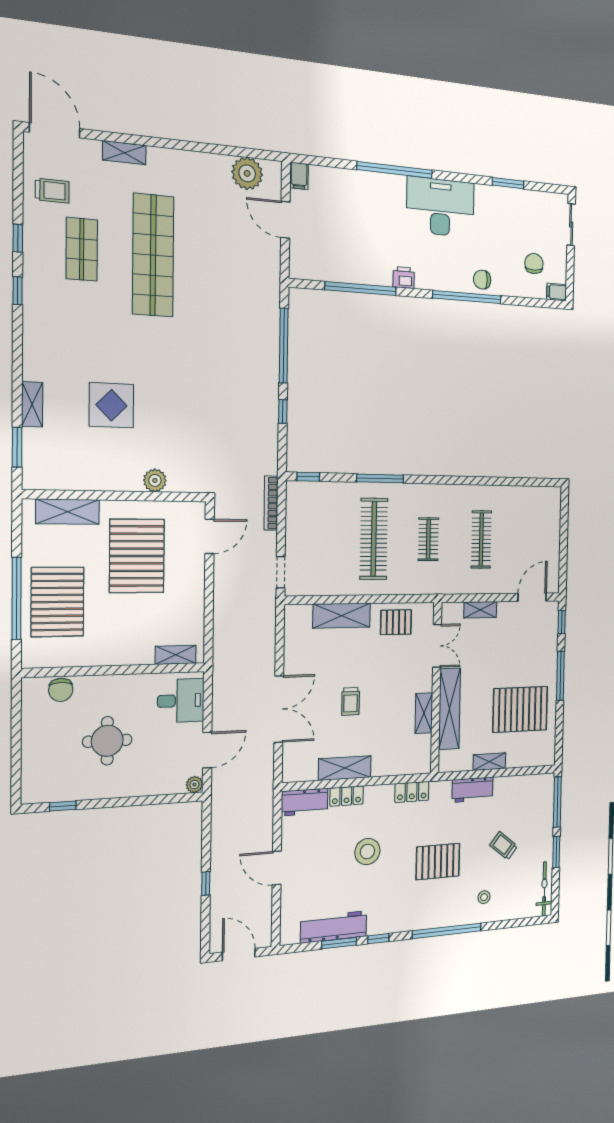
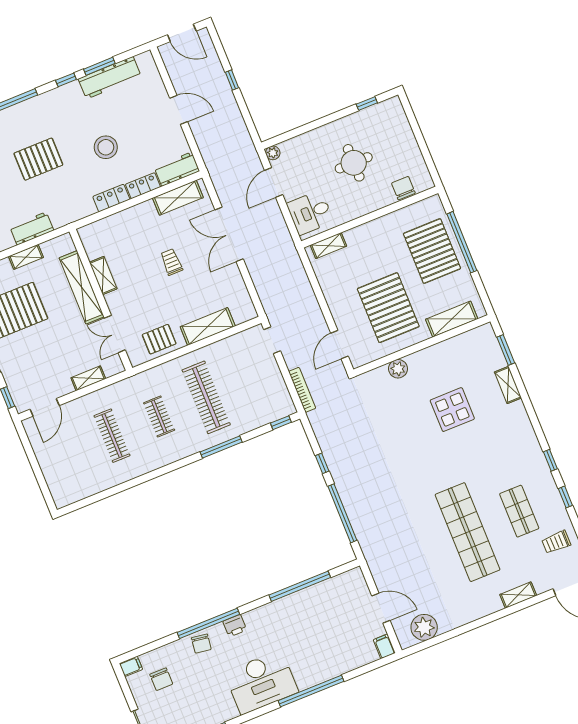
printer: (404, 278) -> (235, 626), moved
chair: (482, 280) -> (201, 644), turned 98
shelving: (345, 768) -> (178, 198), moved
locker: (412, 792) -> (111, 198), moved

